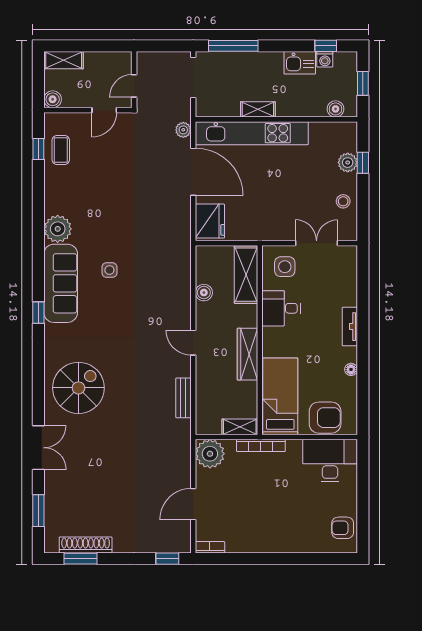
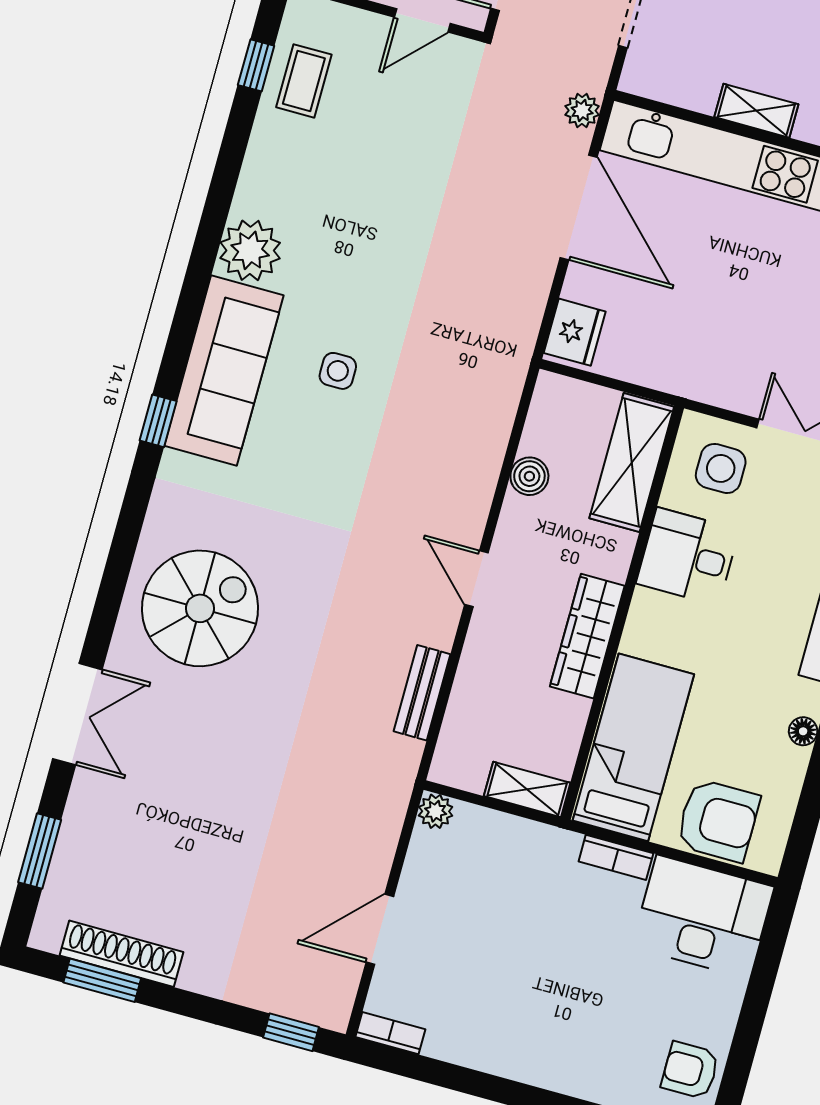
fridge: (210, 221) -> (575, 332), width x0.73, depth x0.75
bookcase: (261, 445) -> (616, 857), moved, width x0.64
plant: (210, 454) -> (436, 811), width x0.53, depth x0.53

